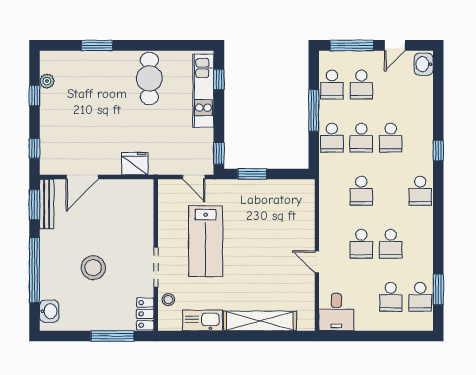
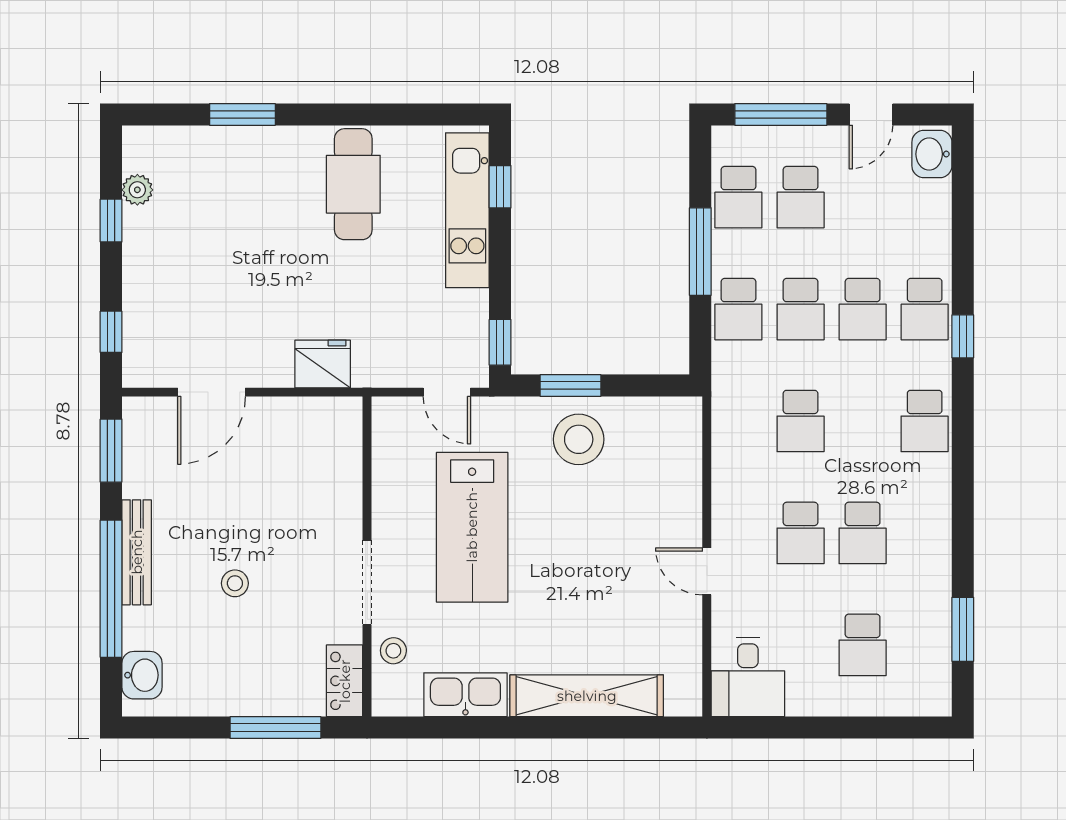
stool: (256, 199) -> (579, 439), added
bench: (47, 204) -> (137, 552), moved
stool: (93, 268) -> (235, 583), width x0.53, depth x0.53
school desk: (420, 297) -> (925, 309), moved

